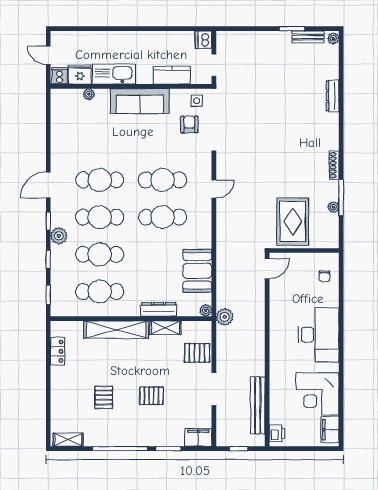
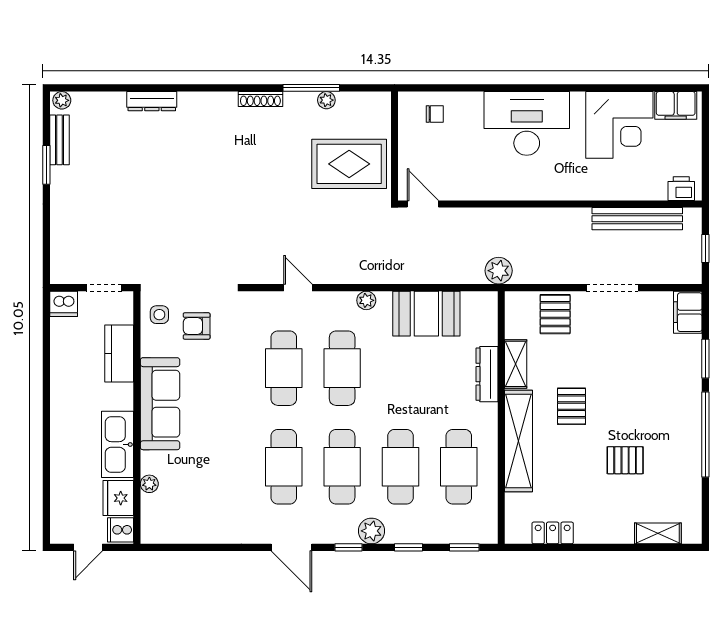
plant: (206, 310) -> (366, 300), moved
pallet: (151, 396) -> (572, 406), moved
shelving: (68, 440) -> (658, 533), moved, turned 90

